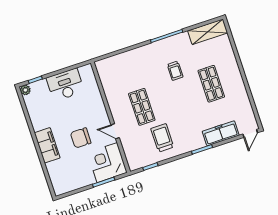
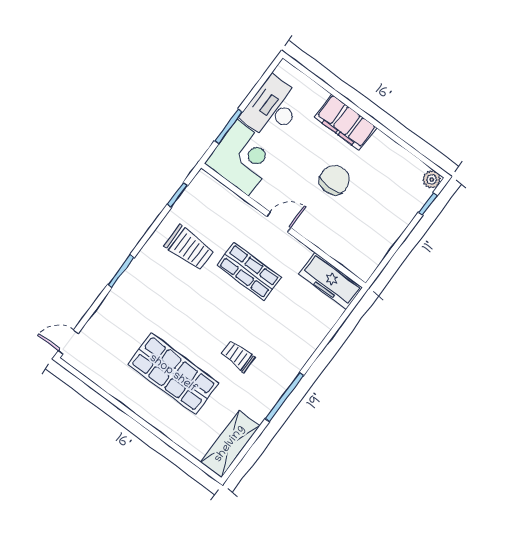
shop shelf: (211, 84) -> (173, 374), width x1.43, depth x1.36
desk: (65, 85) -> (273, 108), moved, turned 180
door: (115, 131) -> (279, 222), moved
freezer: (221, 133) -> (331, 281), moved, turned 90
door: (250, 133) -> (68, 342), hinge flipped
chair: (81, 138) -> (334, 180), moved

